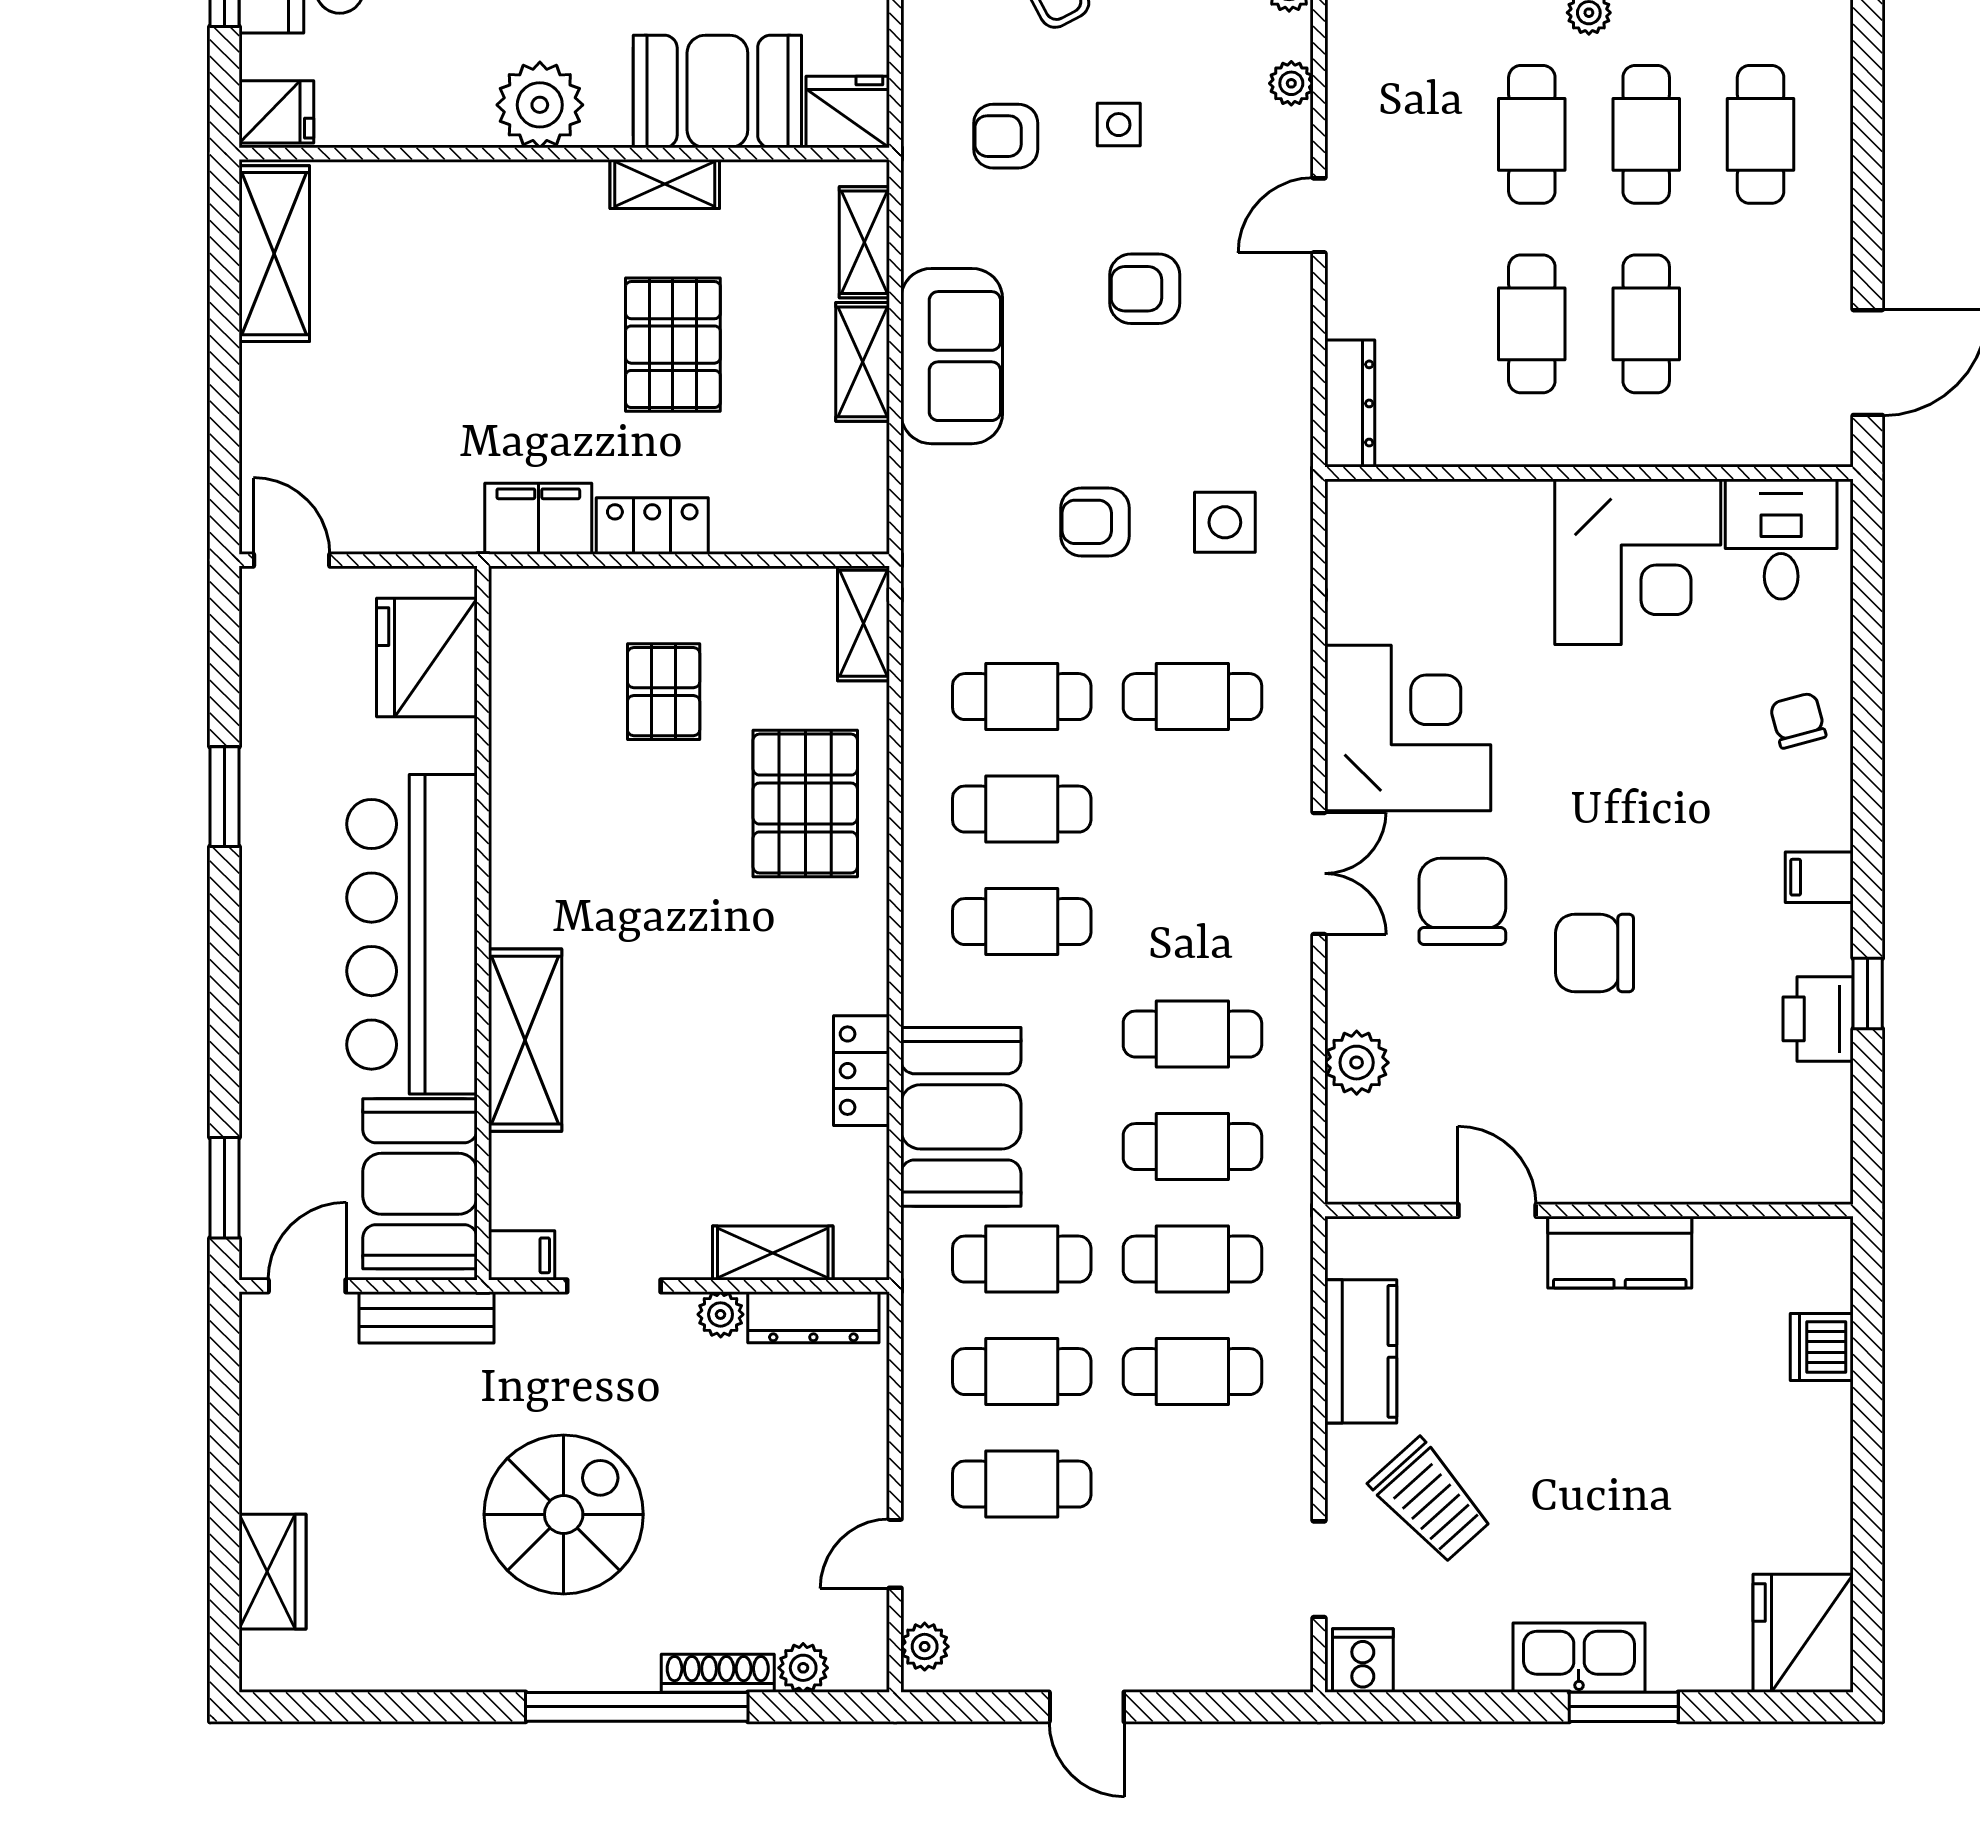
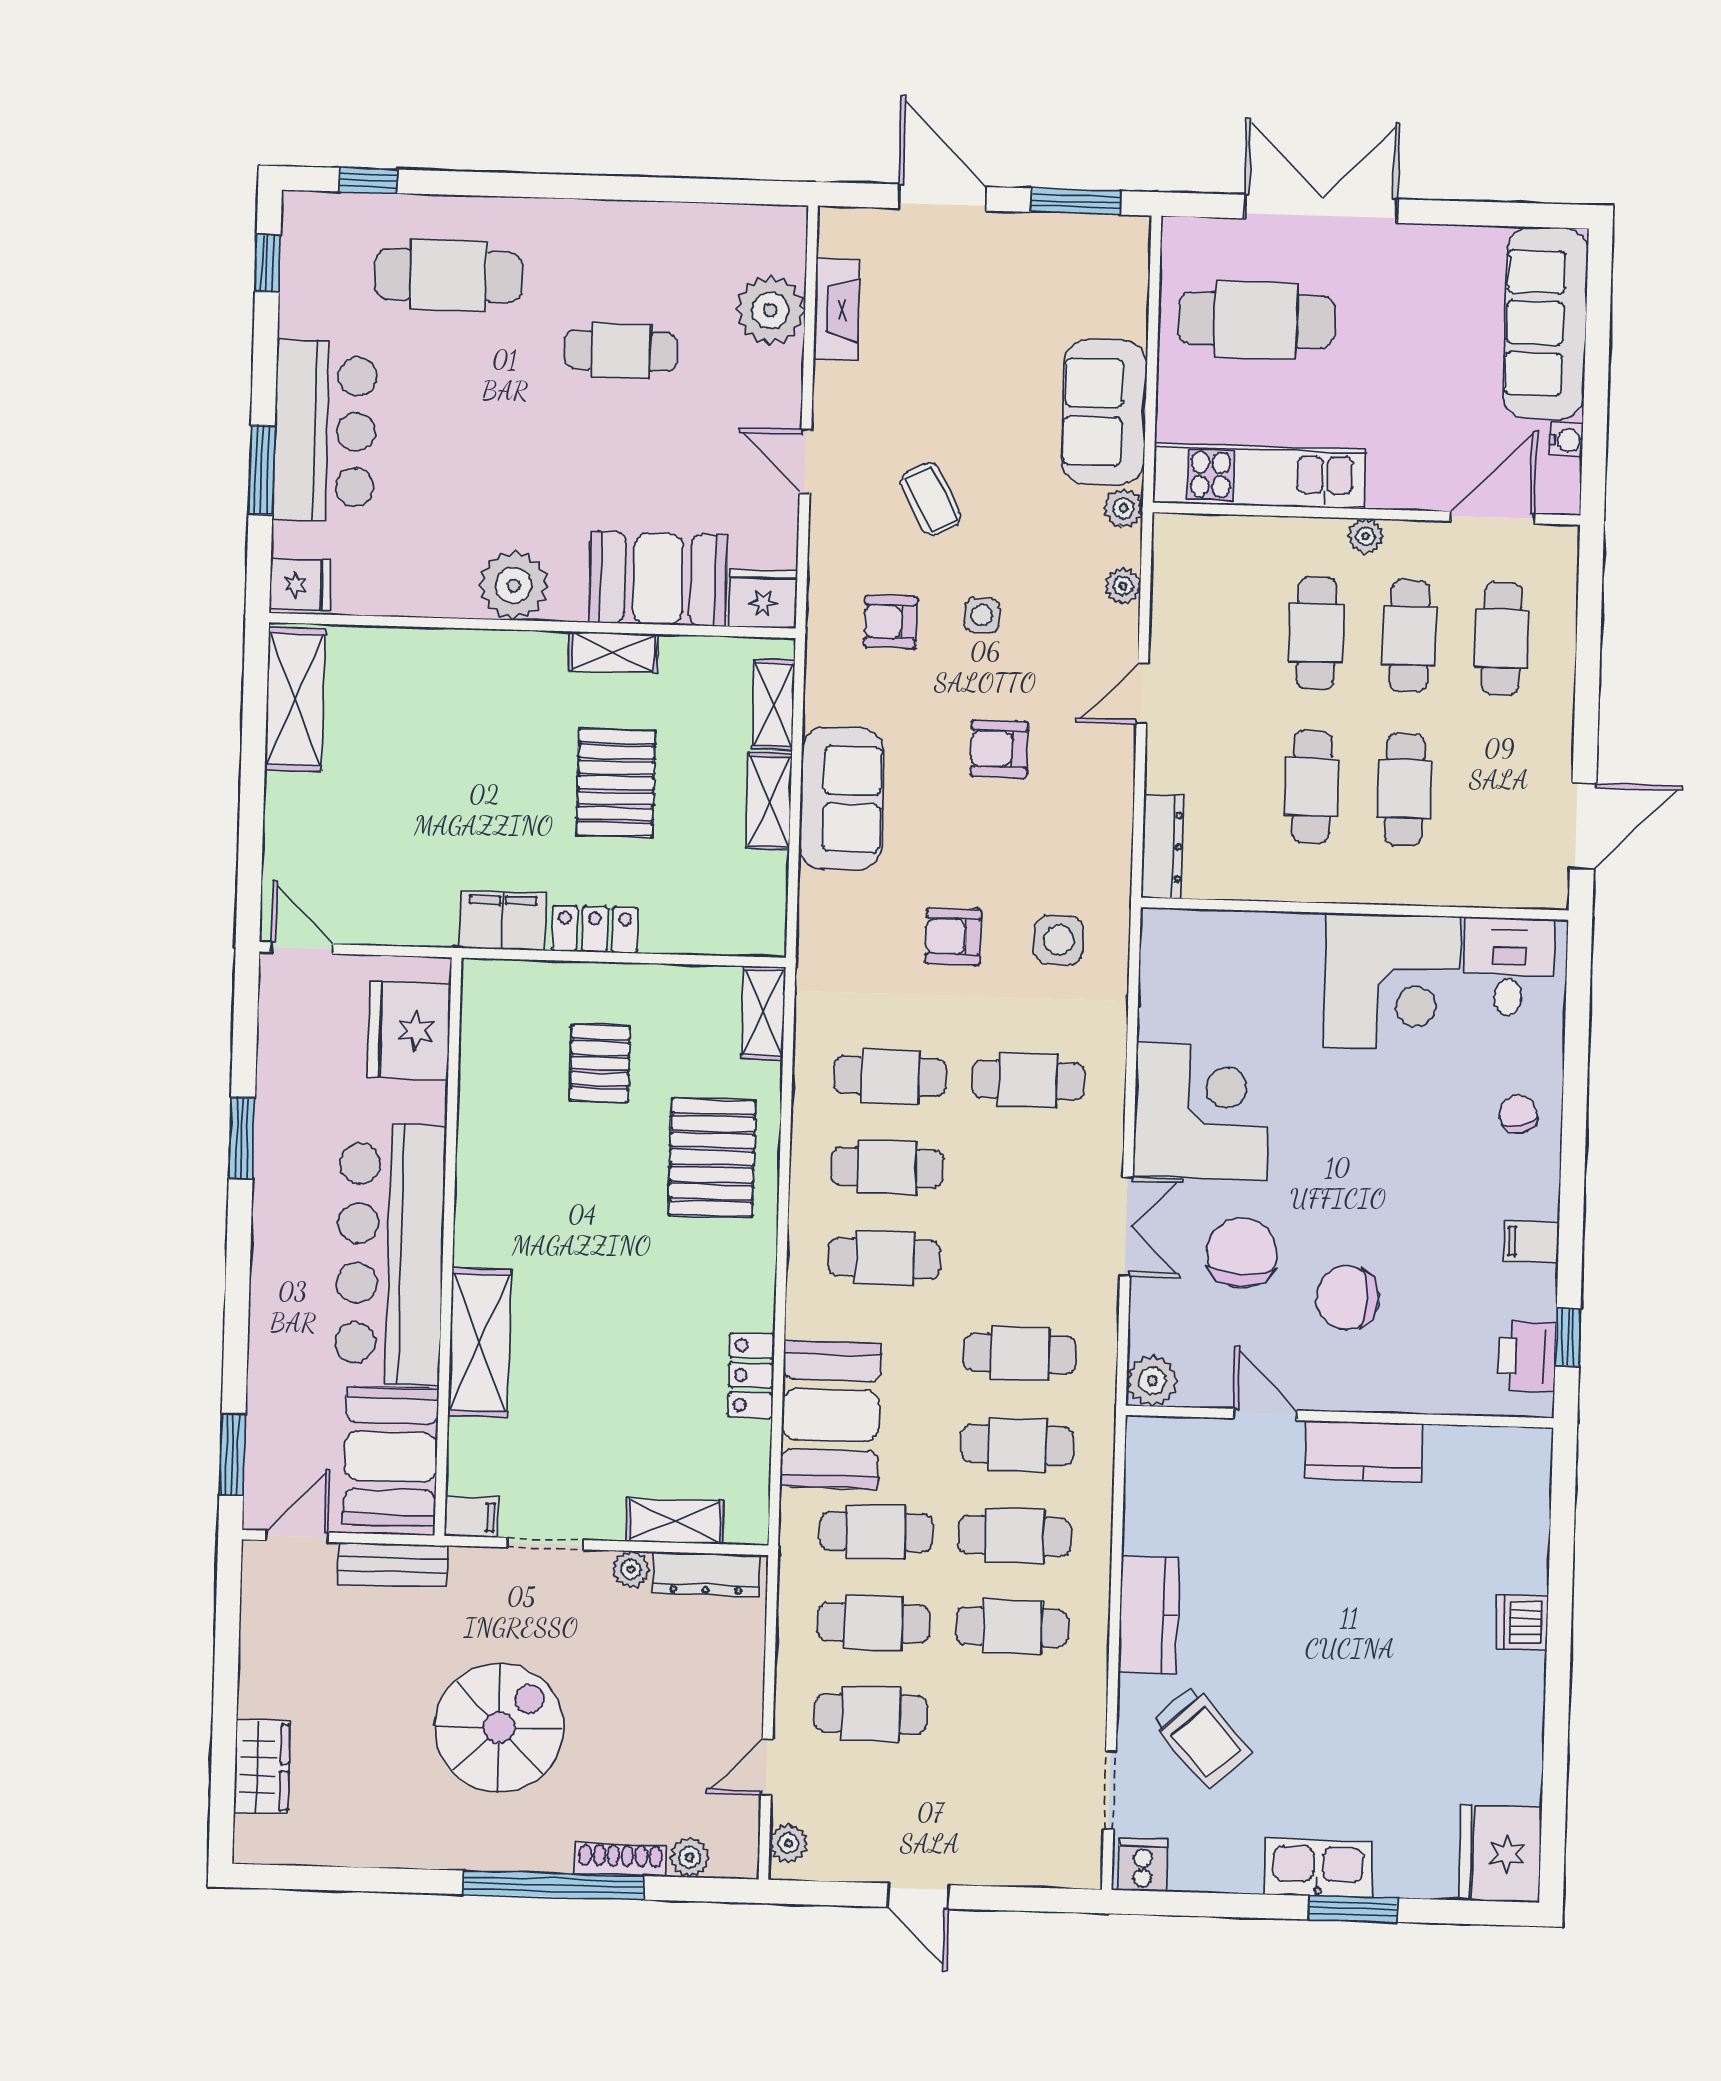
door: (1497, 1210) -> (1265, 1414), moved
wall: (1589, 1210) -> (1340, 1417), moved
kitchen counter: (1620, 1252) -> (1363, 1451), moved

